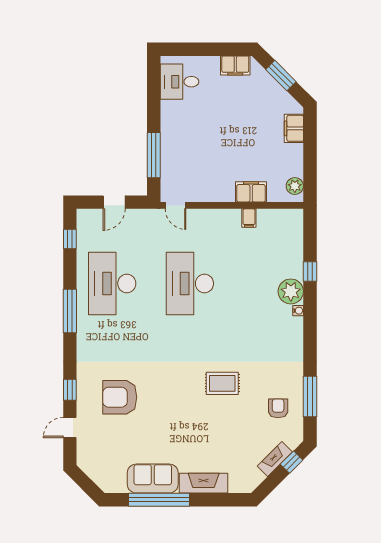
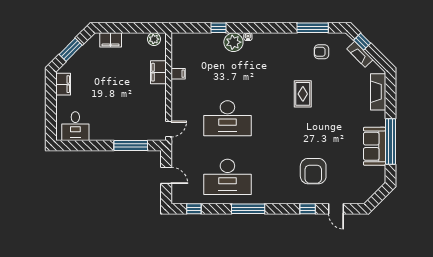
fireplace: (204, 483) -> (378, 92), moved

